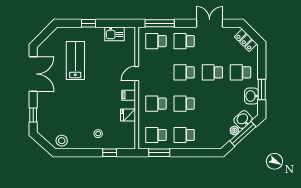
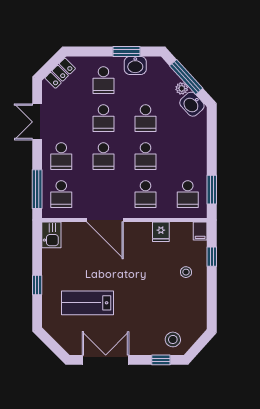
kitchen sink: (115, 34) -> (51, 235), moved
door: (137, 74) -> (105, 220), width x1.87
filing cabinet: (129, 95) -> (200, 231), moved
washbasin: (243, 120) -> (192, 104), moved
school desk: (184, 135) -> (146, 118), moved
stool: (62, 141) -> (173, 339), moved

